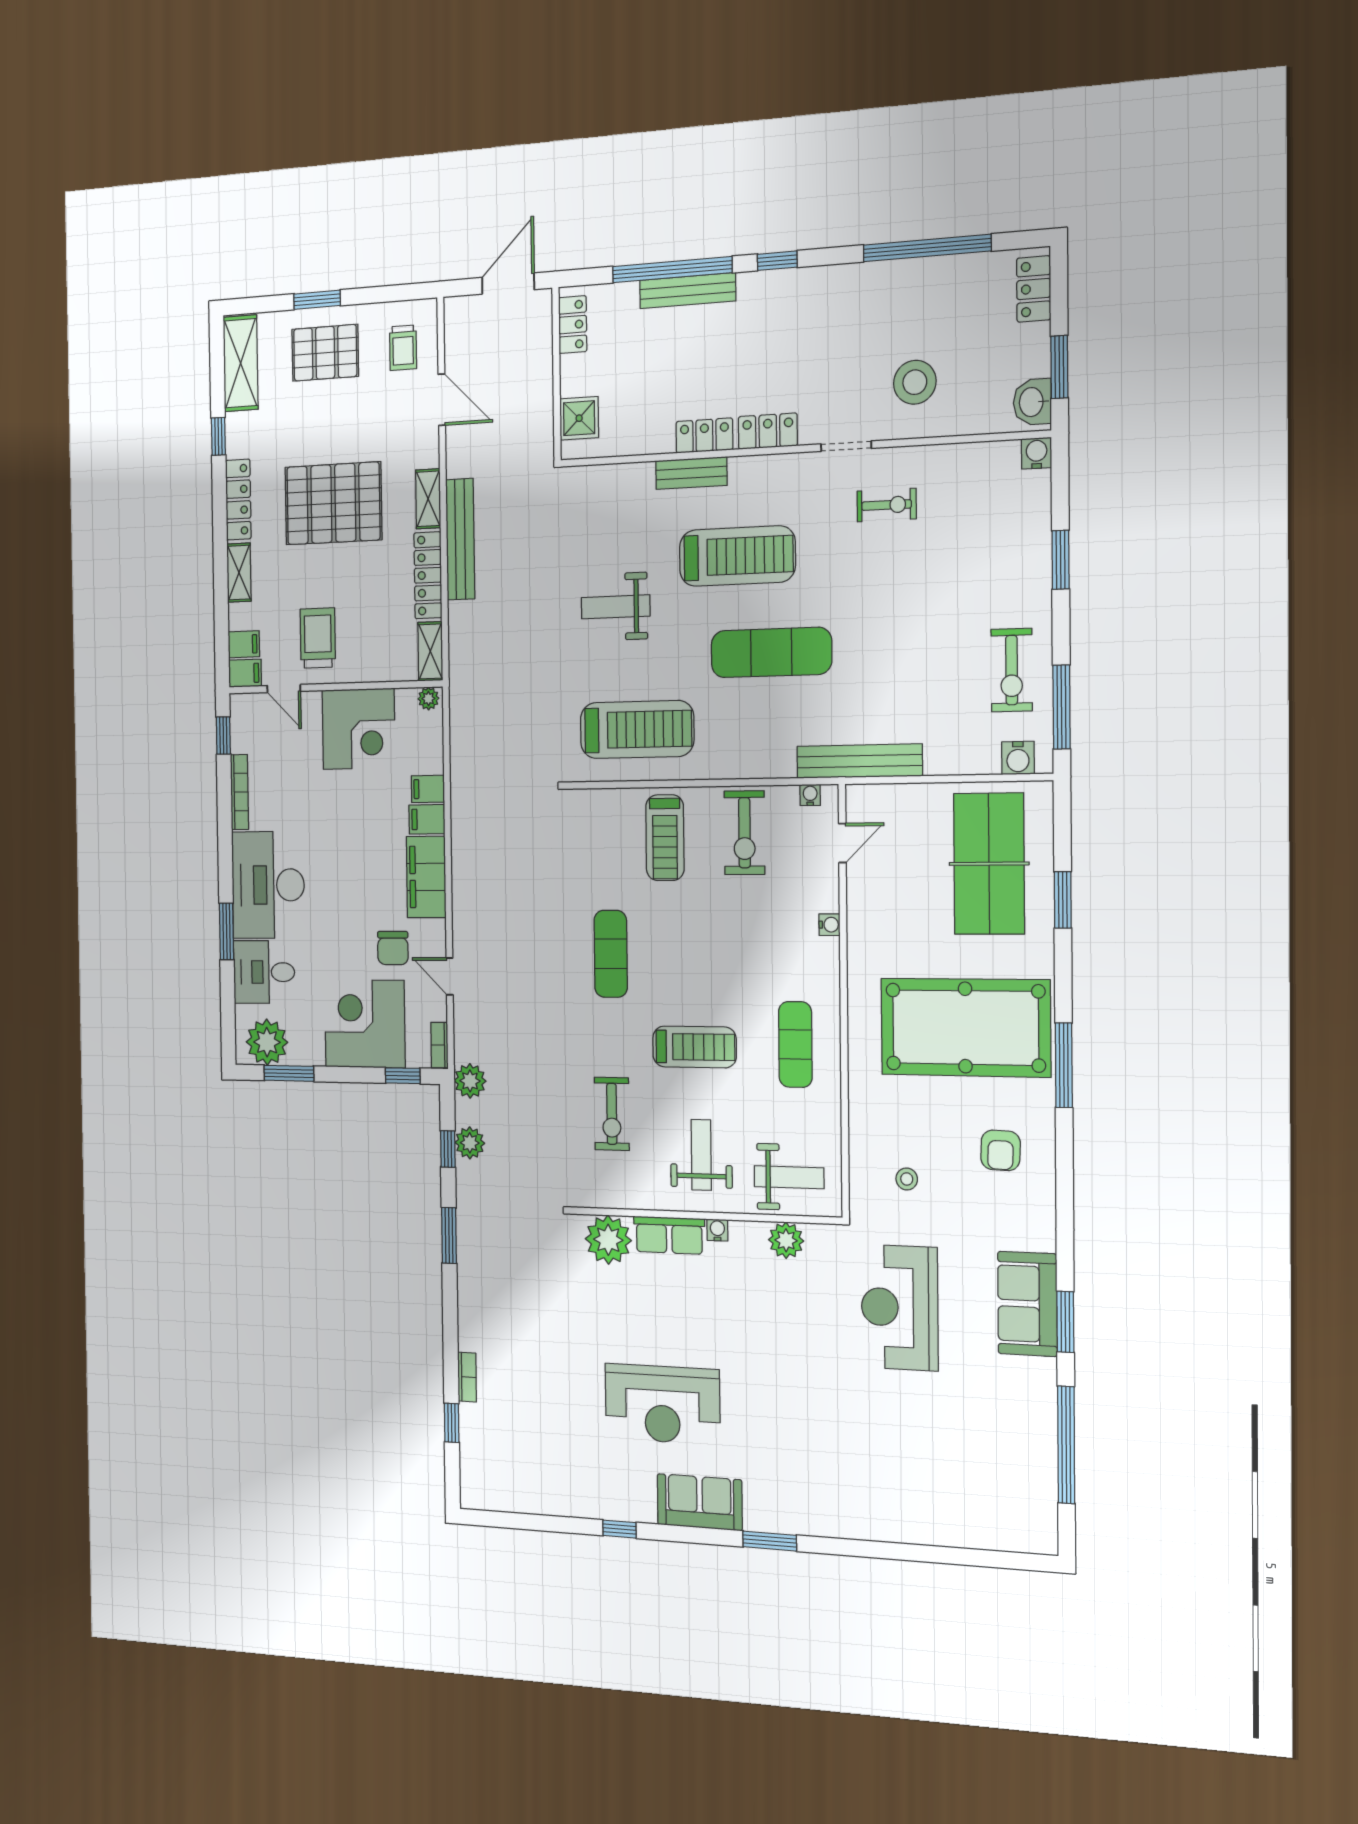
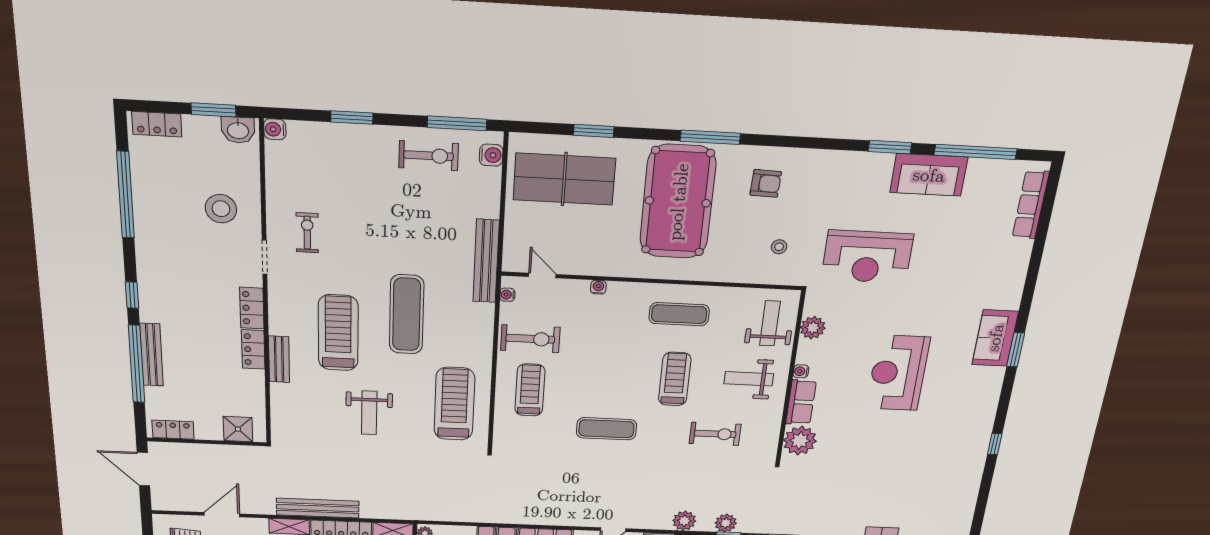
treadmill: (665, 838) -> (530, 390), turned -90
sofa: (1027, 1304) -> (929, 175), moved
reception desk: (662, 1404) -> (898, 373), moved, turned 180
sofa: (700, 1502) -> (995, 338), moved
row of seats: (992, 1534) -> (1031, 205), added

